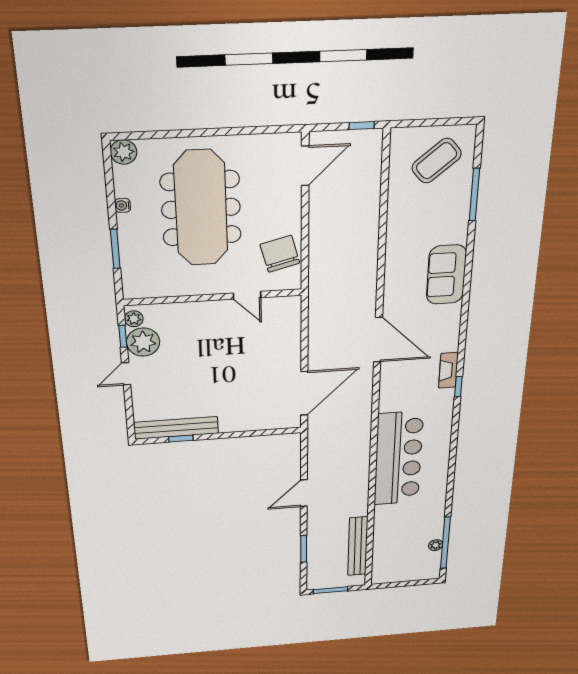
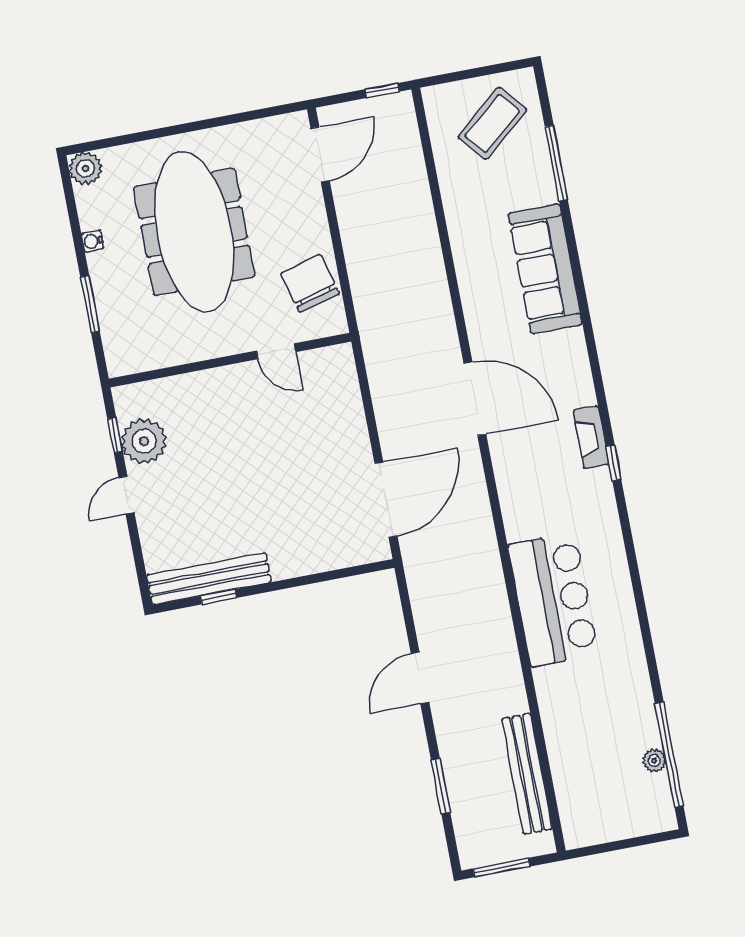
sofa: (446, 275) -> (545, 269), width x1.36
plant: (134, 319) -> (127, 406), removed
bar counter: (398, 459) -> (553, 600), width x0.73

